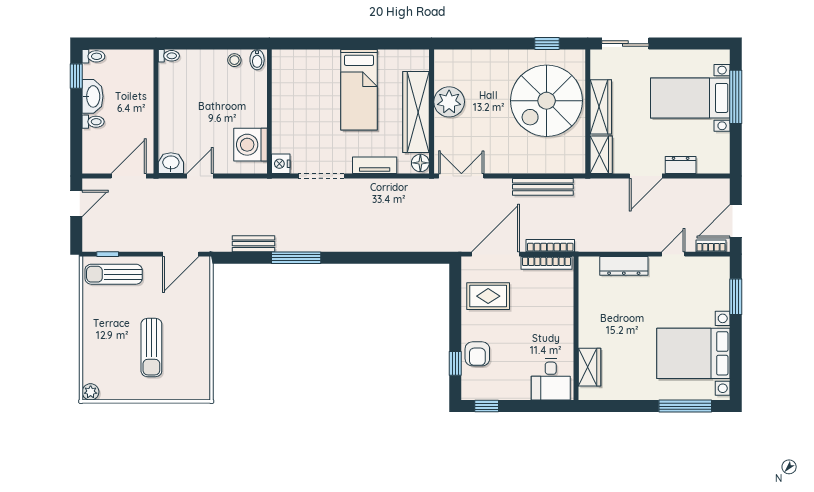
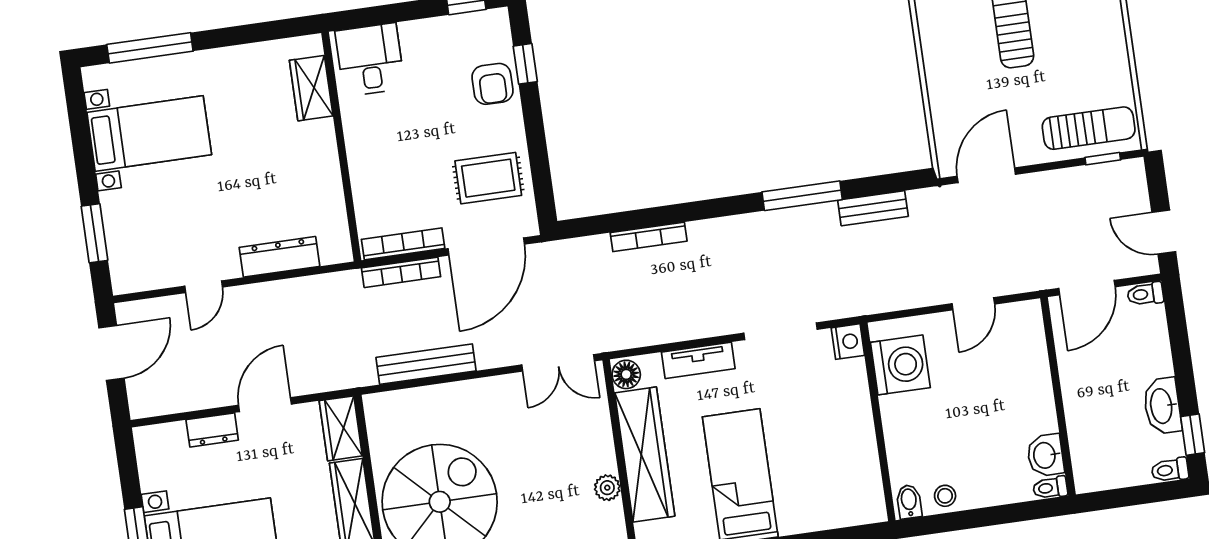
plant: (449, 102) -> (607, 488), width x0.53, depth x0.53
toilet: (93, 122) -> (1145, 294), moved
washbasin: (171, 163) -> (1045, 455), moved, turned 90
door: (76, 204) -> (1164, 232), hinge flipped
bookcase: (711, 246) -> (649, 237), moved, width x1.56
bed with nightstands: (693, 353) -> (149, 134), width x0.73
armchair: (477, 354) -> (492, 84), turned 180

